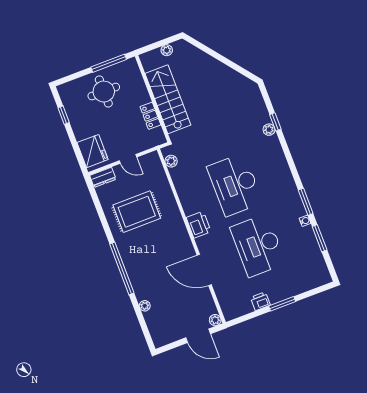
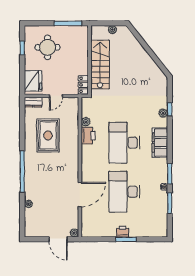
round table: (104, 92) -> (48, 47), moved
locker: (150, 116) -> (83, 85), moved
door: (128, 159) -> (56, 96), hinge flipped
plant: (171, 161) -> (86, 122), moved
filing cabinet: (279, 168) -> (160, 143), added
rug: (137, 212) -> (48, 135), turned 90
printer: (199, 225) -> (88, 136), moved
door: (204, 270) -> (80, 195), swing flipped
printer: (260, 301) -> (123, 232), moved

